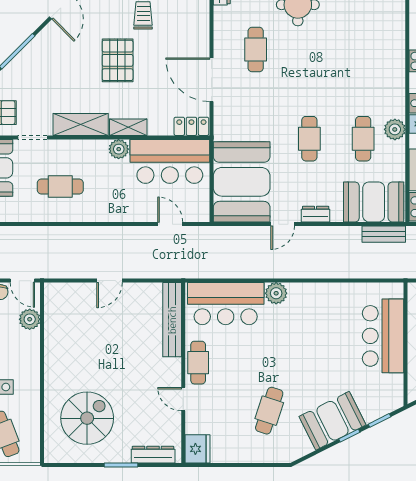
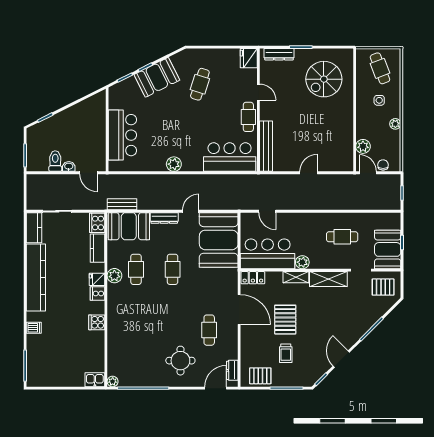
pallet: (118, 60) -> (285, 320), moved
dresser: (316, 214) -> (164, 218), width x1.44
plant: (276, 293) -> (174, 164), moved

